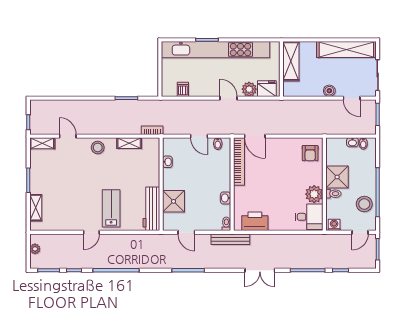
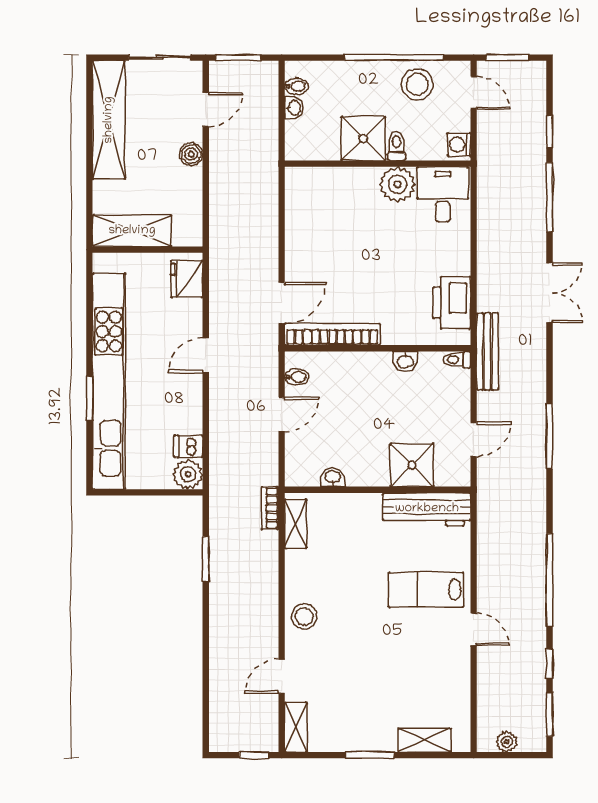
plant: (249, 89) -> (188, 474), moved
shelving: (129, 143) -> (296, 524), moved
armchair: (310, 153) -> (316, 192), removed

